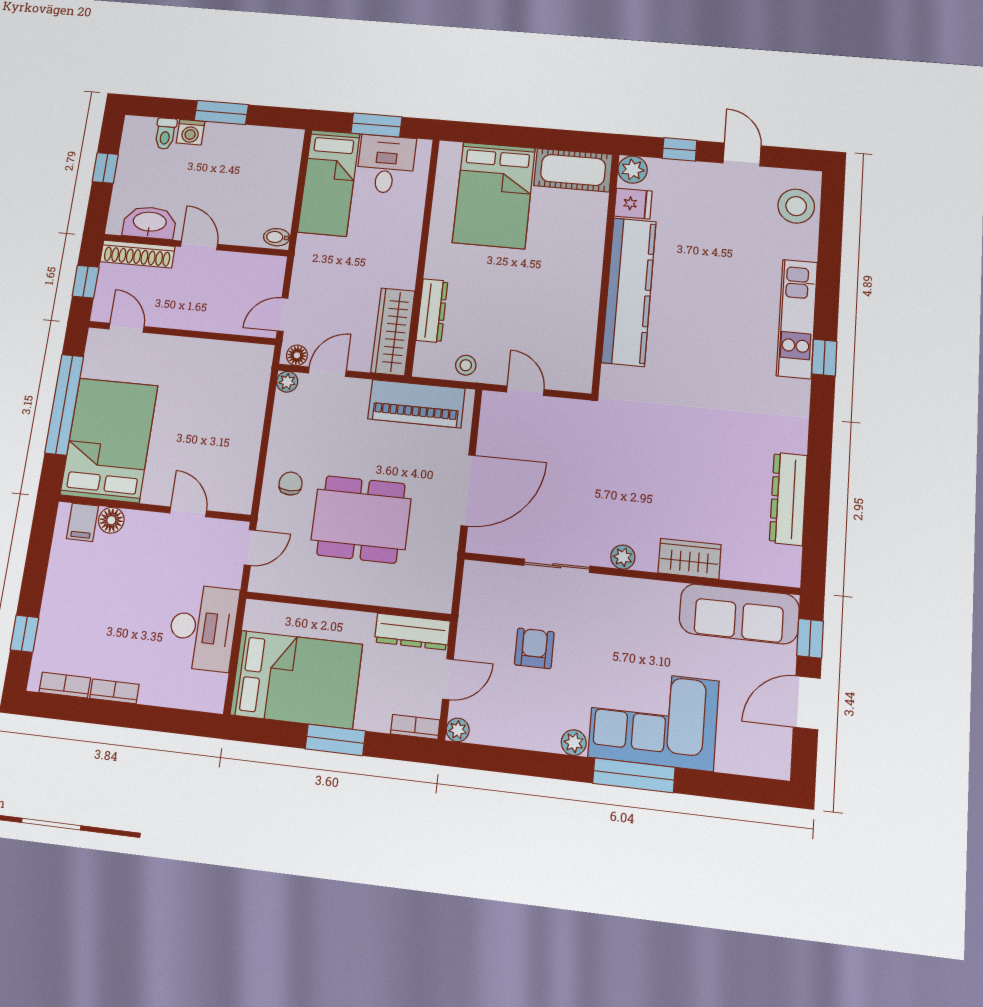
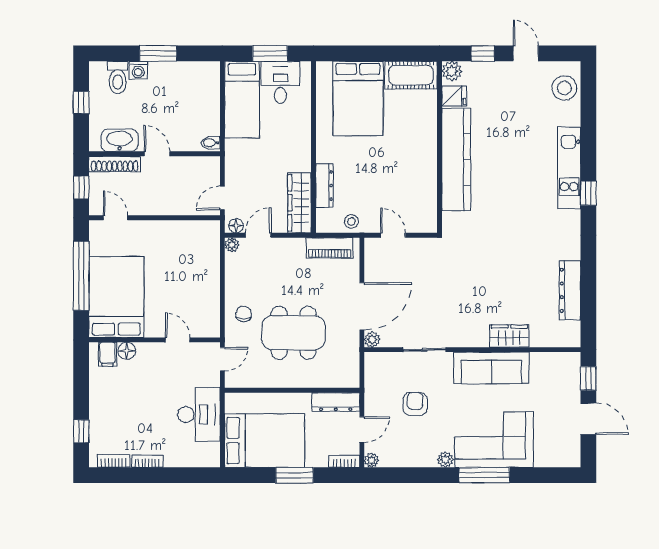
toilet: (165, 134) -> (118, 77), width x1.37, depth x1.39
piano: (416, 404) -> (330, 248), width x0.73, depth x0.75
plant: (623, 557) -> (372, 339), moved
sofa: (739, 614) -> (491, 368), moved
door: (807, 703) -> (588, 419), swing flipped

